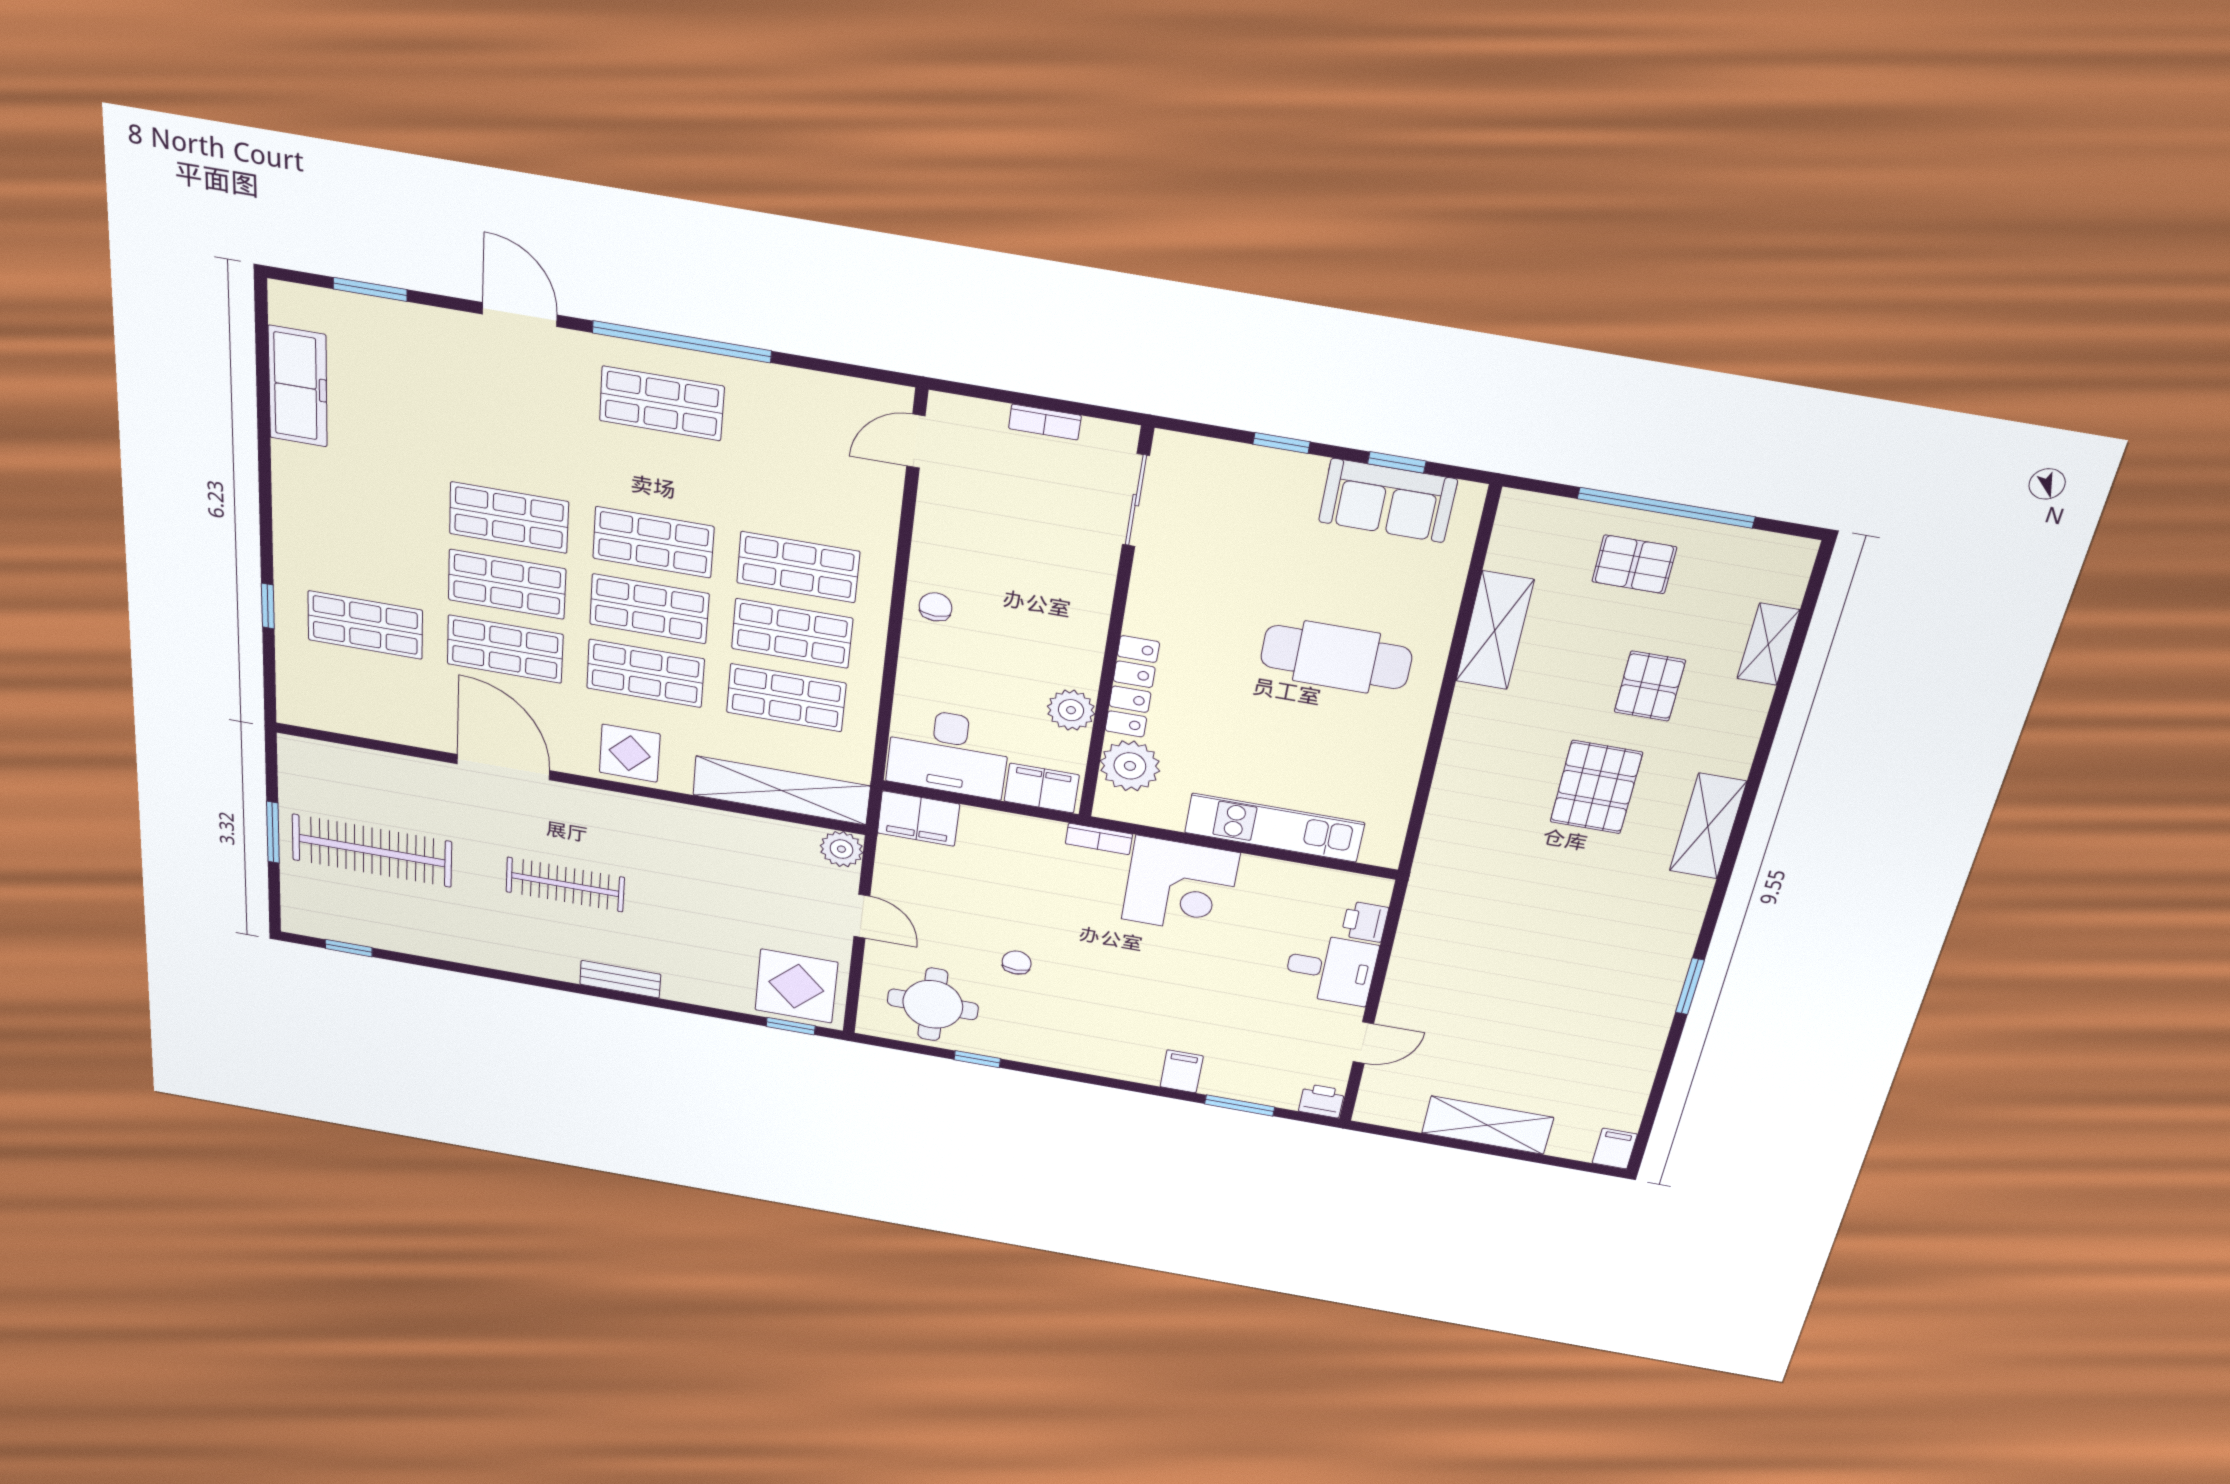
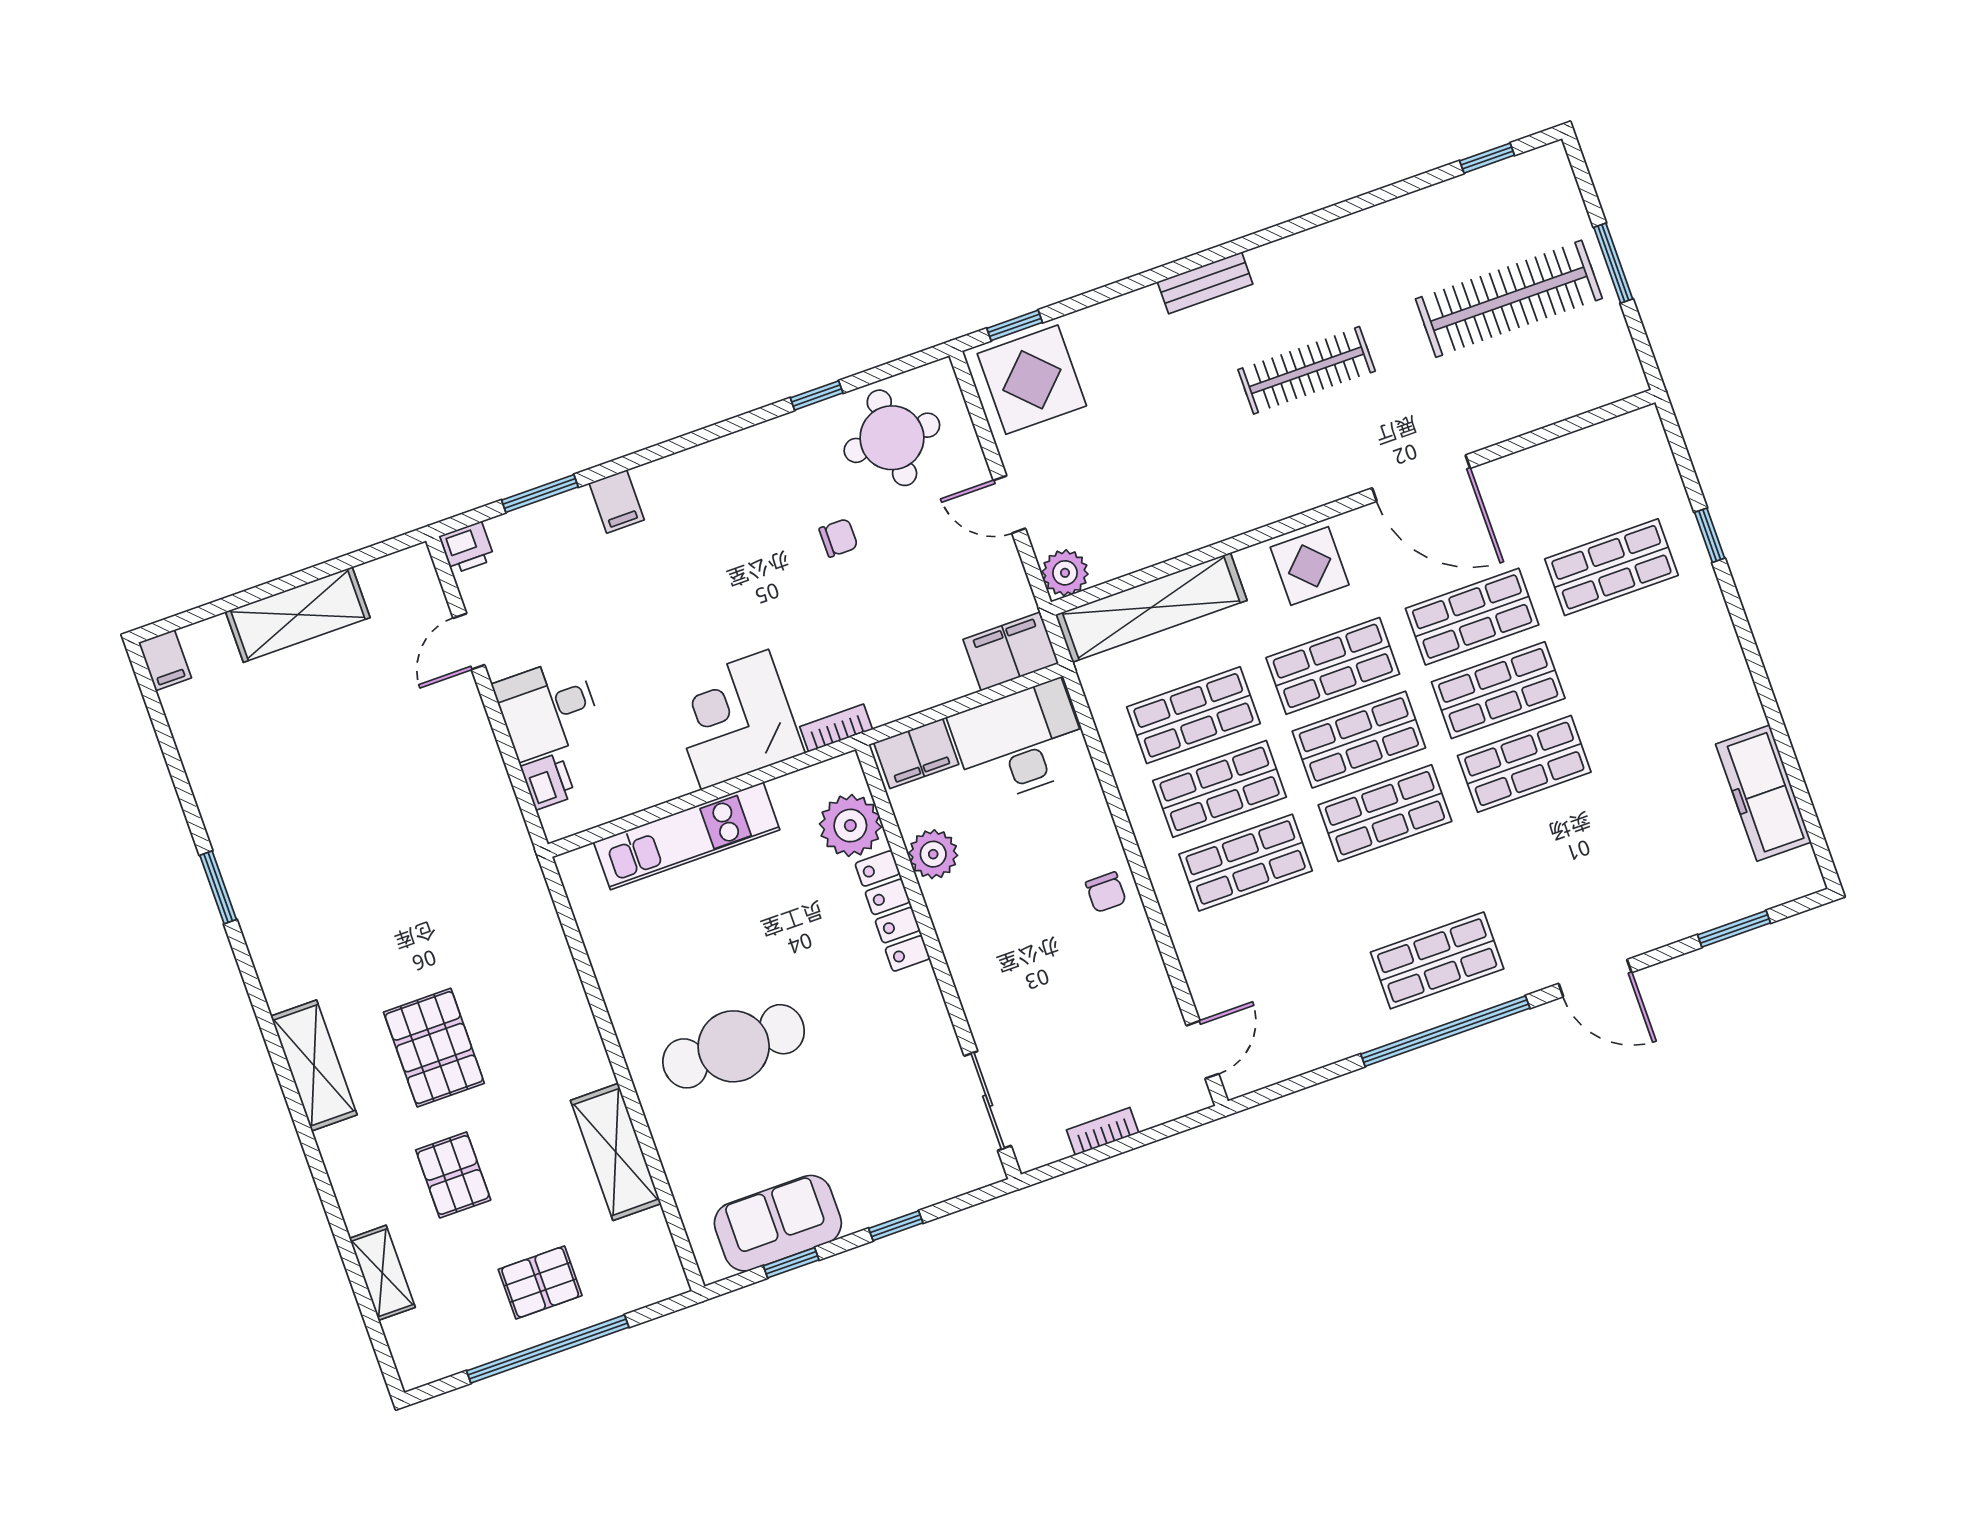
chair: (1017, 963) -> (838, 538), turned -90

